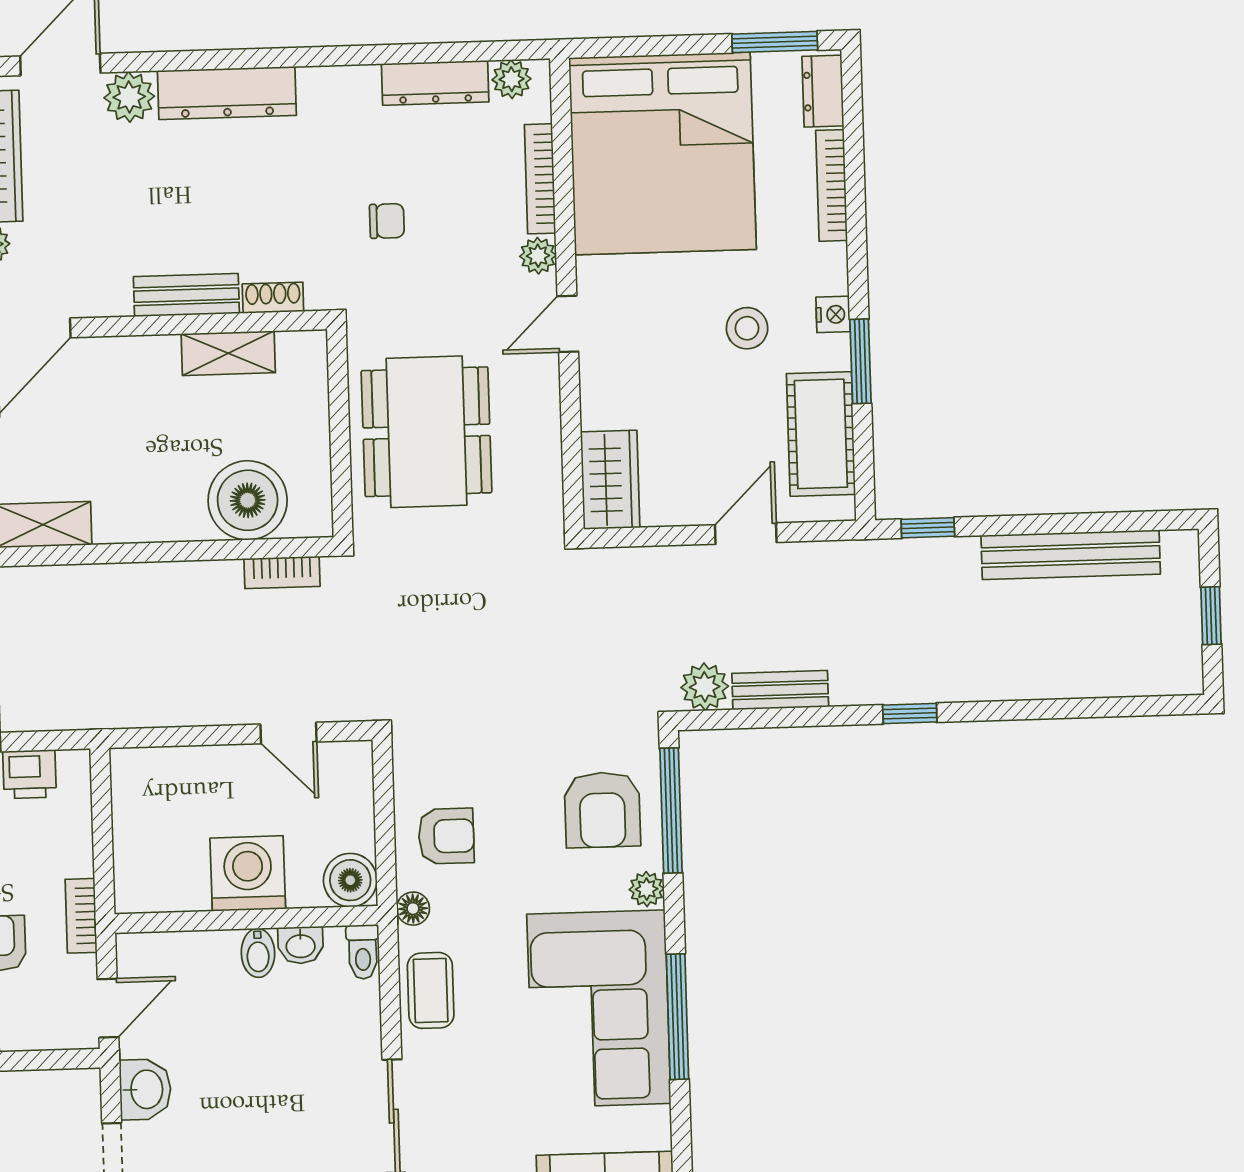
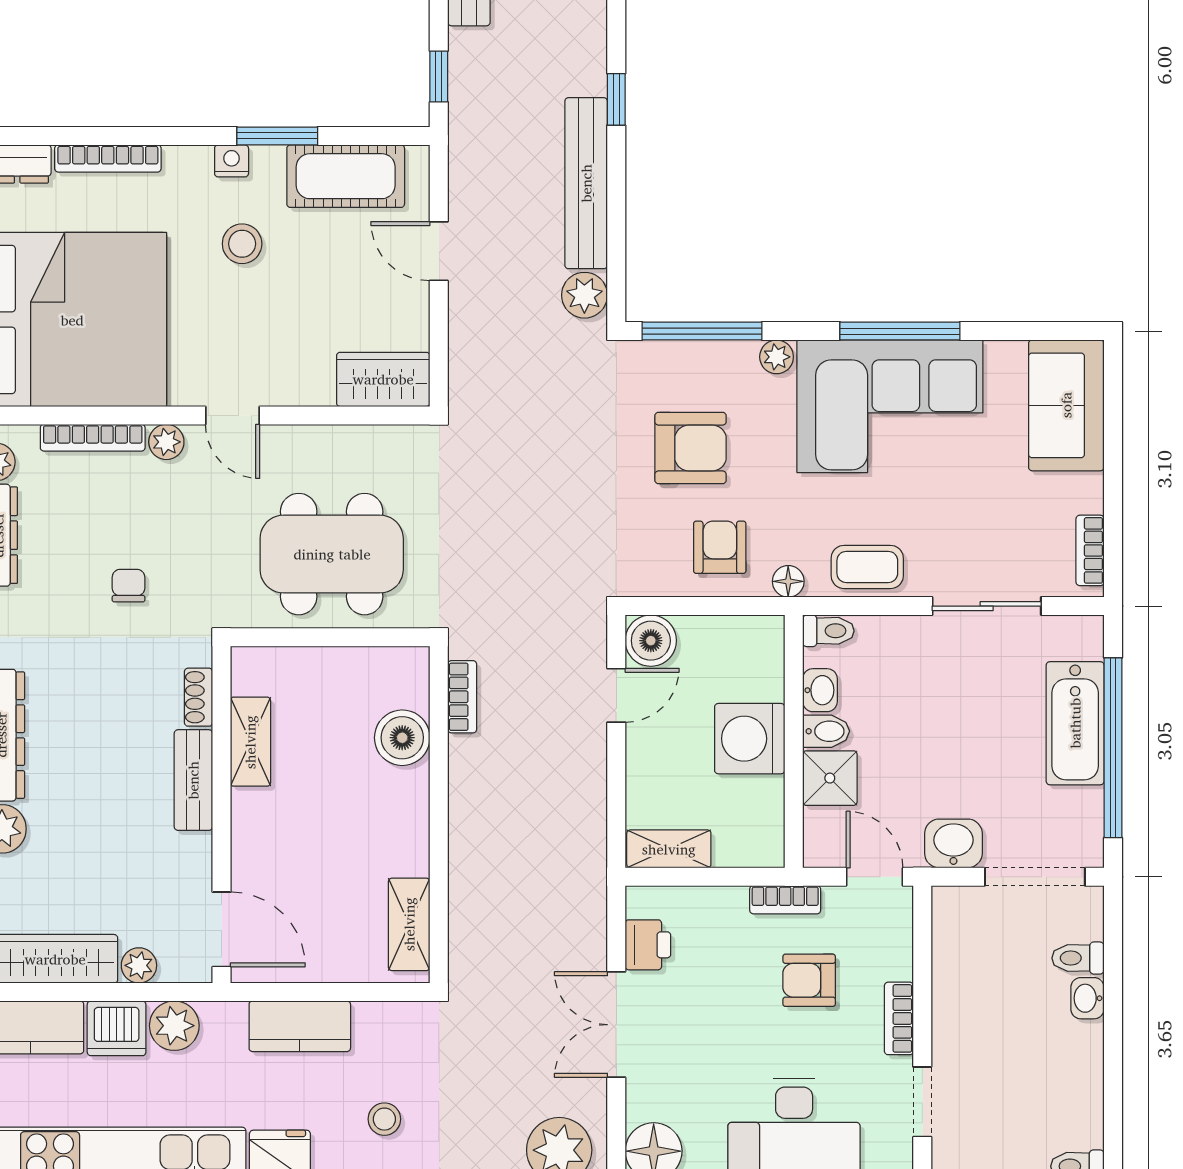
boiler: (248, 500) -> (402, 738), width x0.73, depth x0.73
bench: (780, 690) -> (586, 183), width x1.86, depth x1.21
shelving: (130, 793) -> (669, 849), added
armchair: (602, 810) -> (691, 448), moved
boiler: (350, 880) -> (651, 641), moved
shower: (209, 958) -> (830, 778), added

